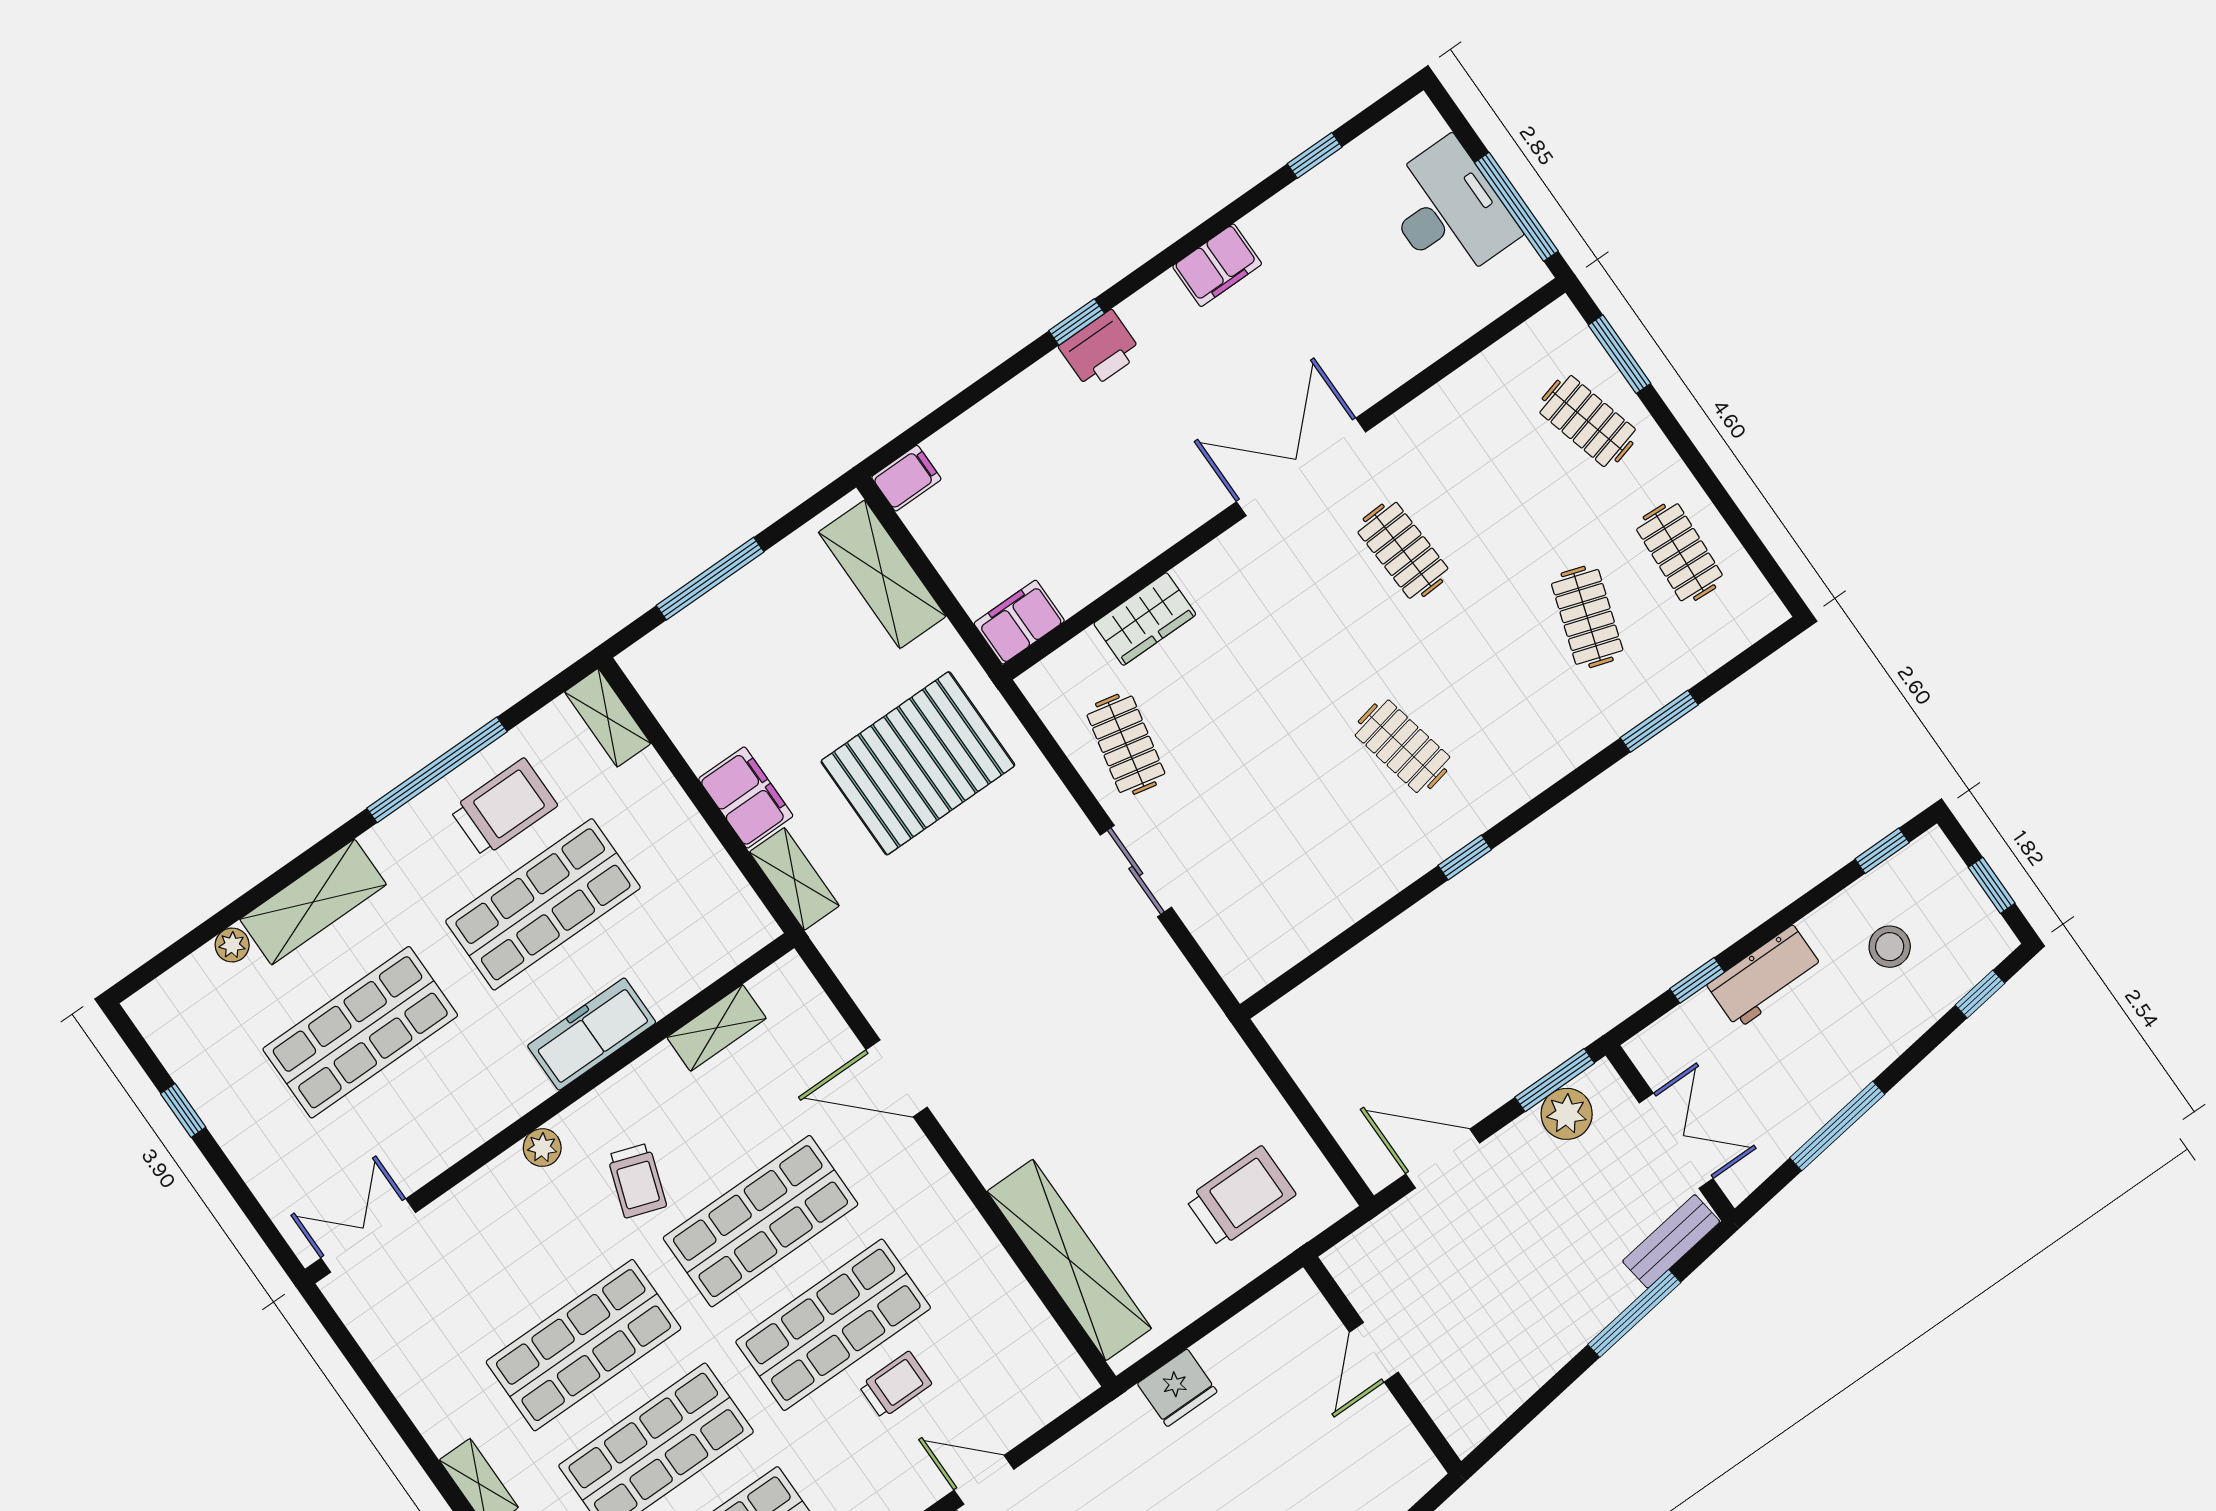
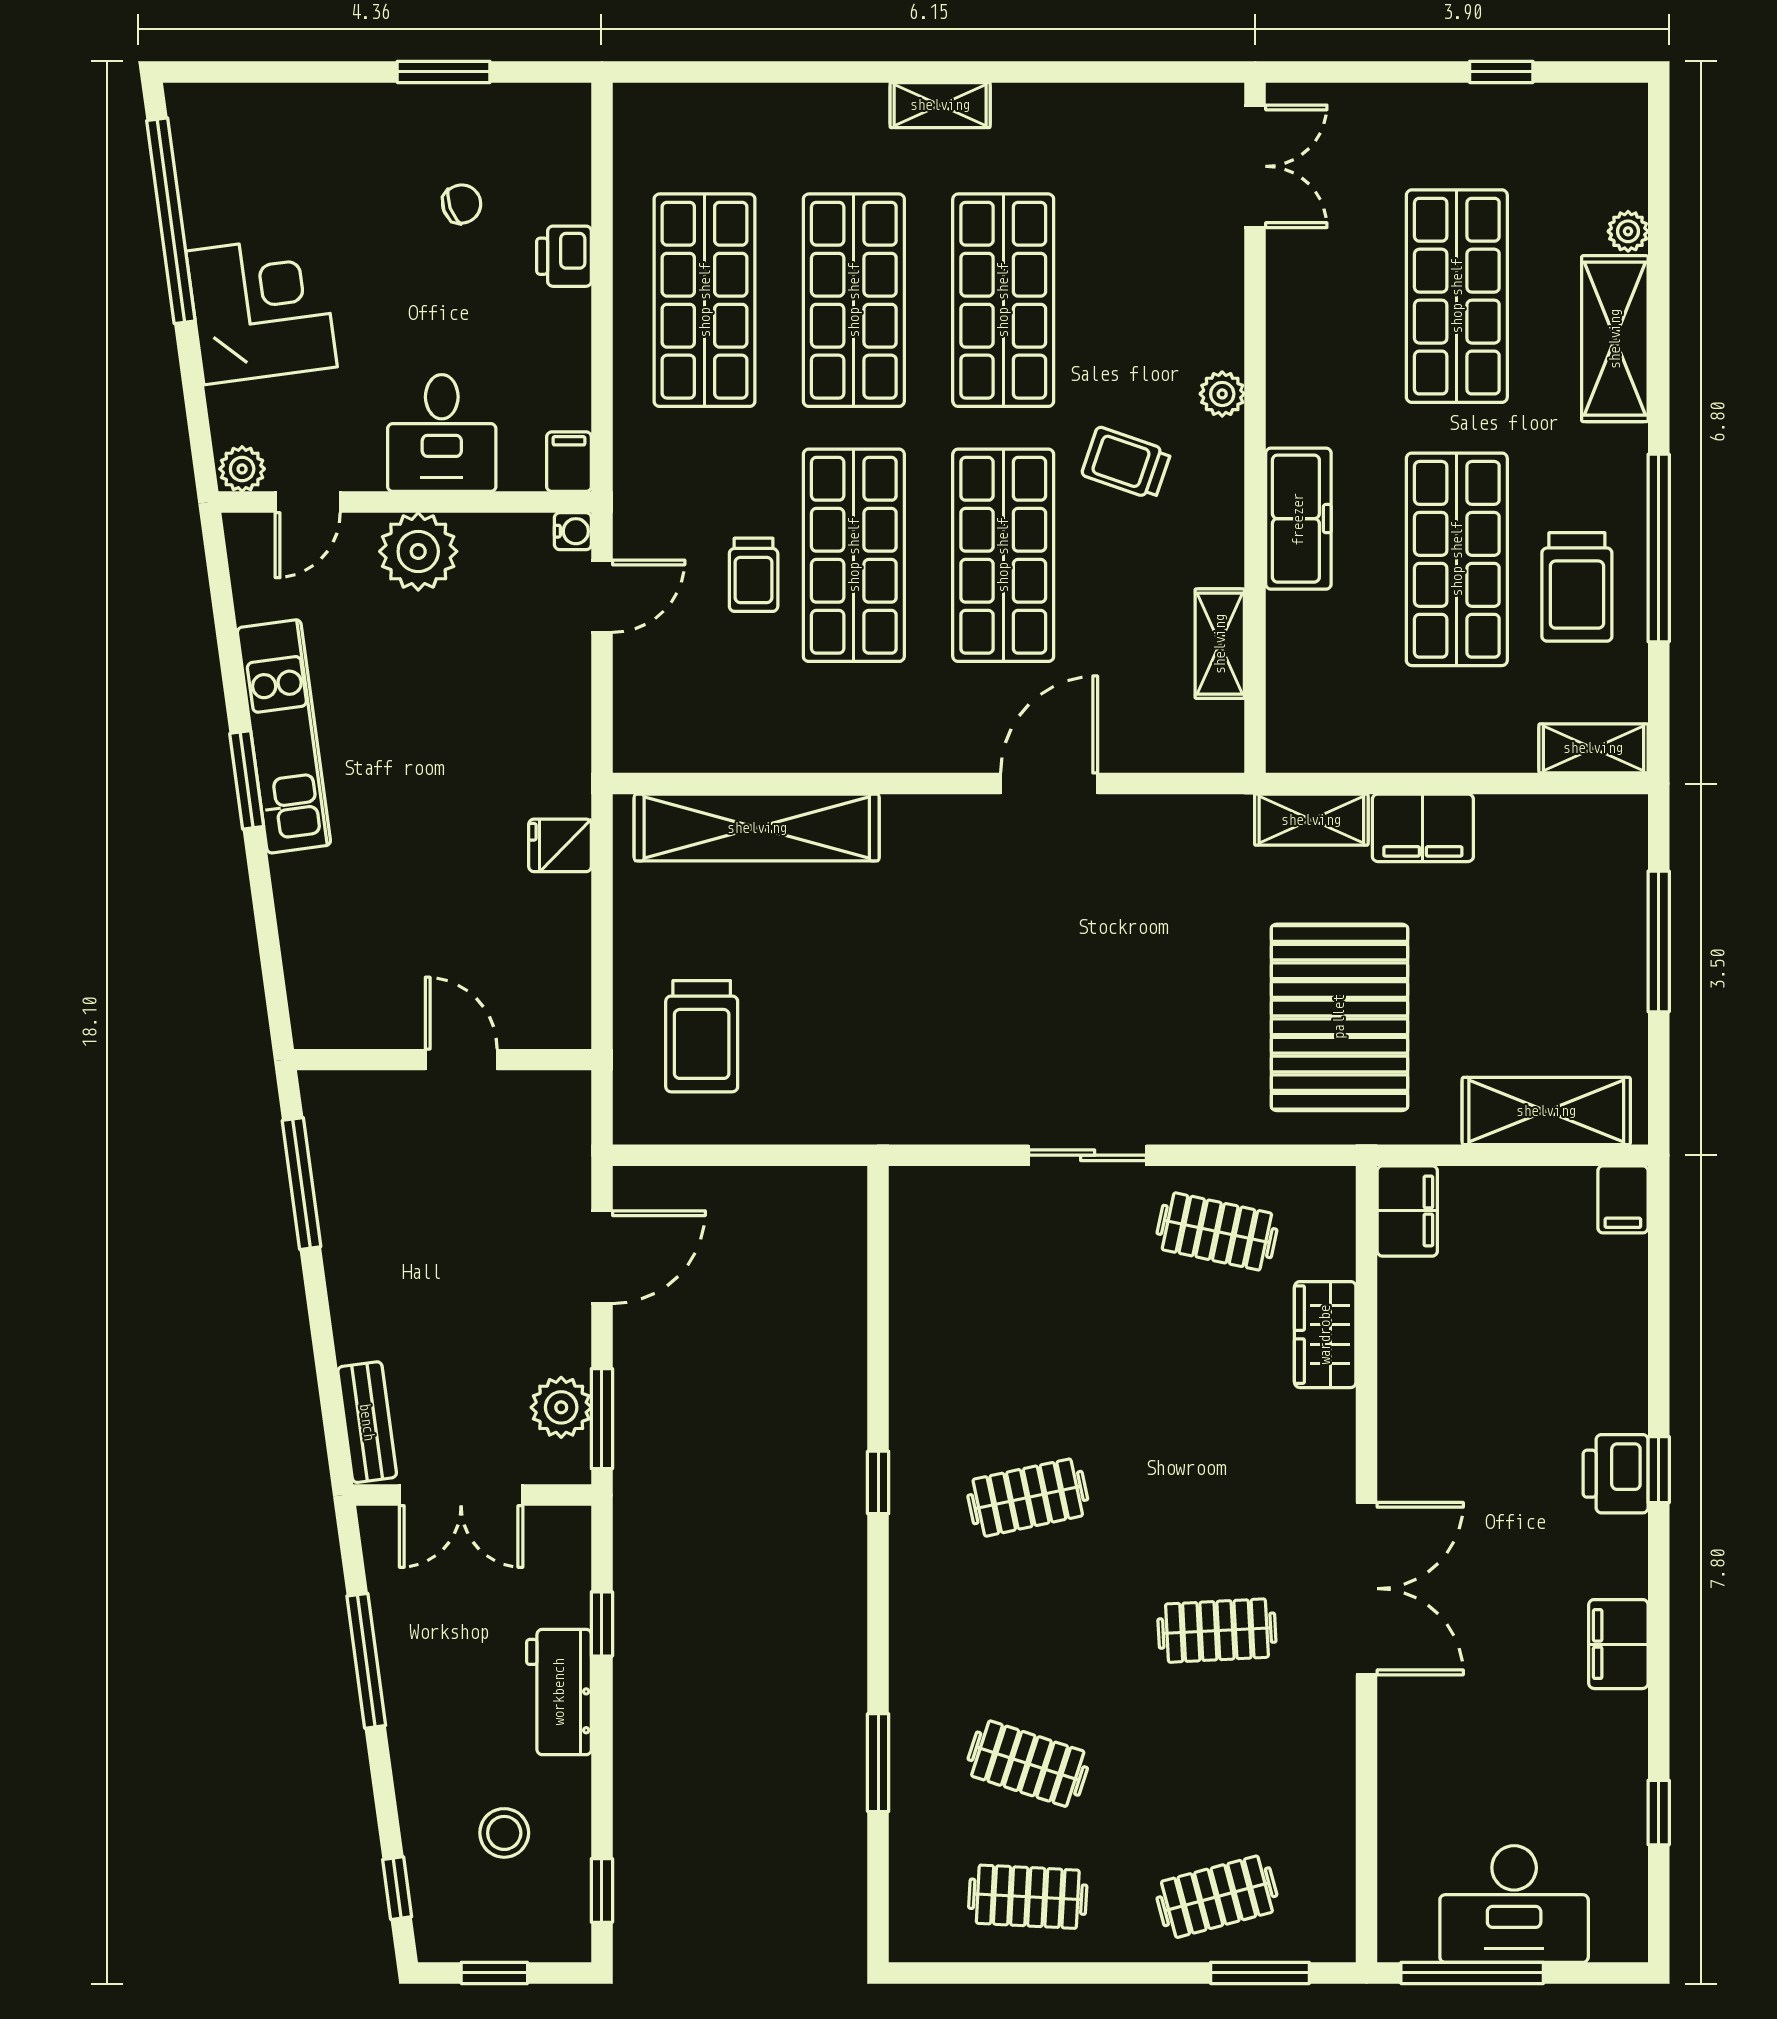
window: (1634, 1313) -> (301, 1184), moved
fridge: (1177, 1388) -> (560, 845), width x0.72

